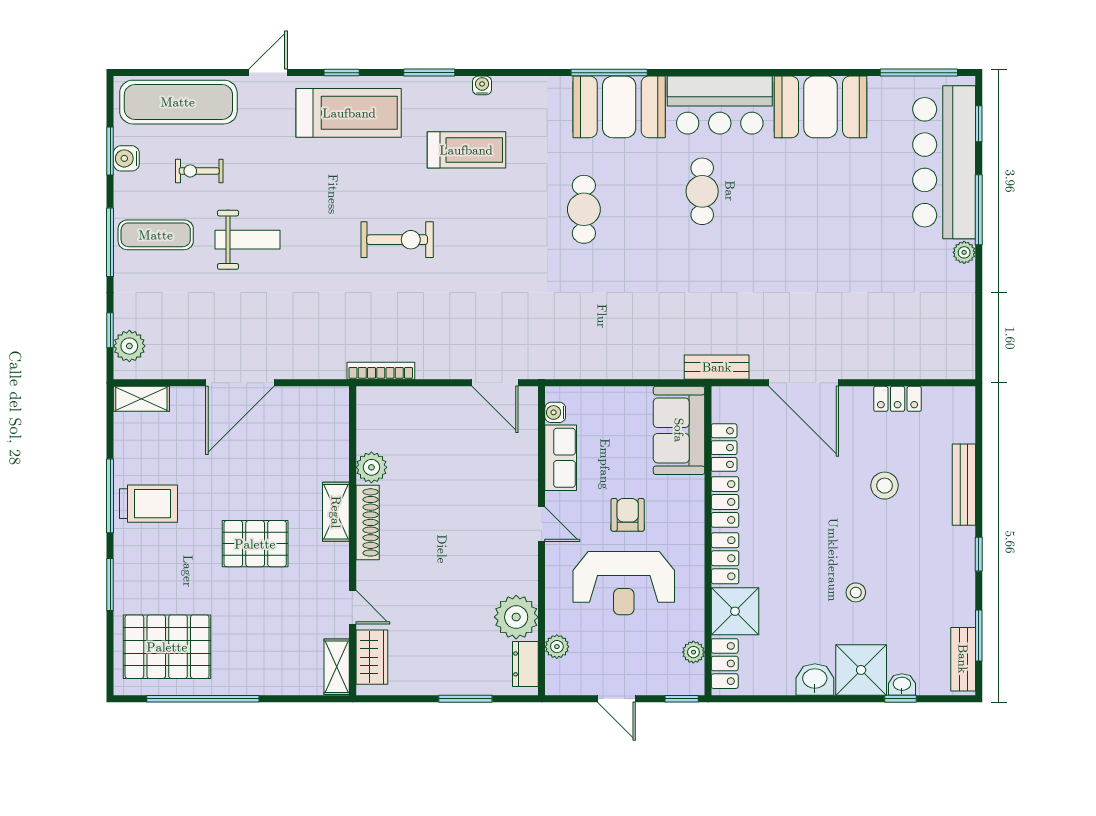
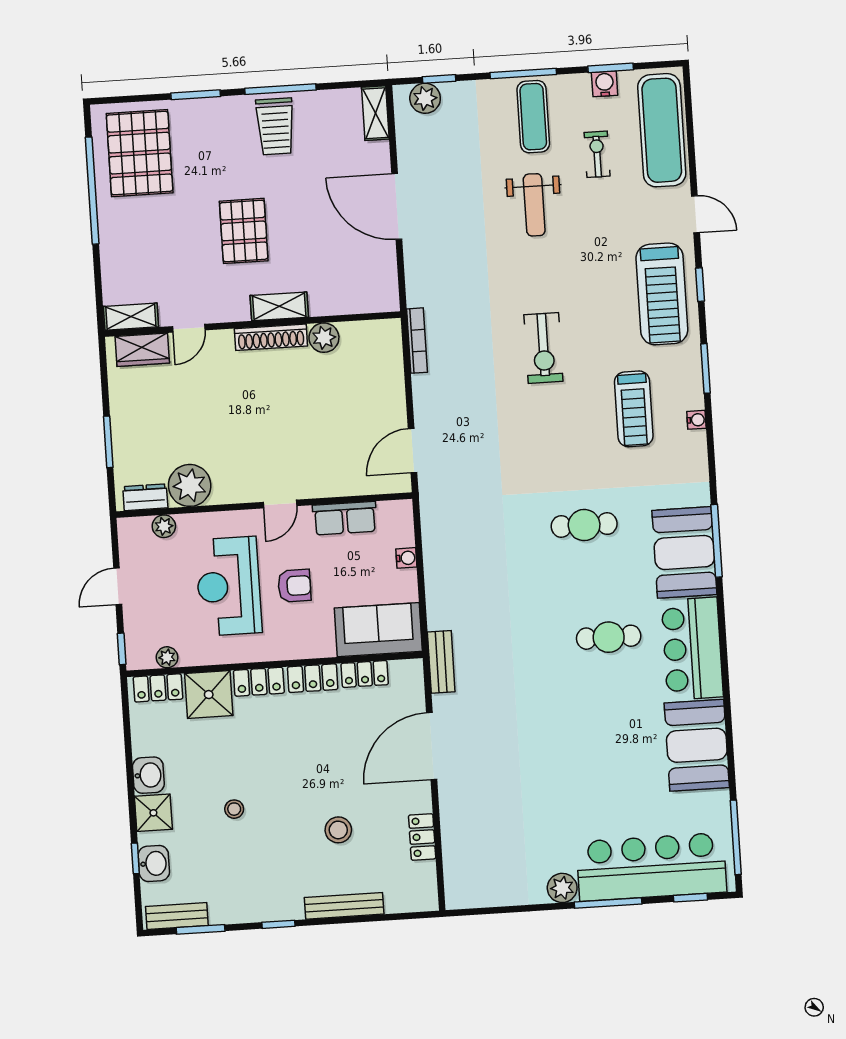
plant: (964, 252) -> (562, 888), width x1.38, depth x1.38
water cooler: (555, 412) -> (406, 558), moved, turned 90
shower: (861, 670) -> (153, 813), width x0.73, depth x0.73
washbasin: (902, 684) -> (154, 863), width x1.38, depth x1.45

